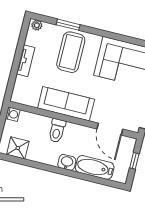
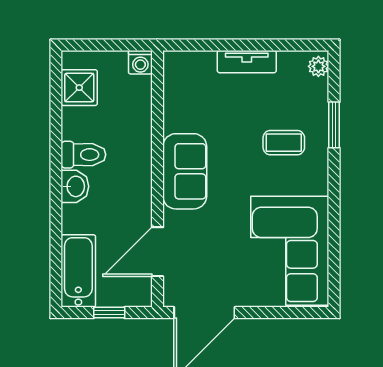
coffee table: (71, 52) -> (284, 143), width x0.54, depth x0.58
sofa: (66, 104) -> (185, 171), width x0.73
toilet: (57, 131) -> (83, 155), moved, turned 180
bathtub: (95, 167) -> (78, 271), moved

